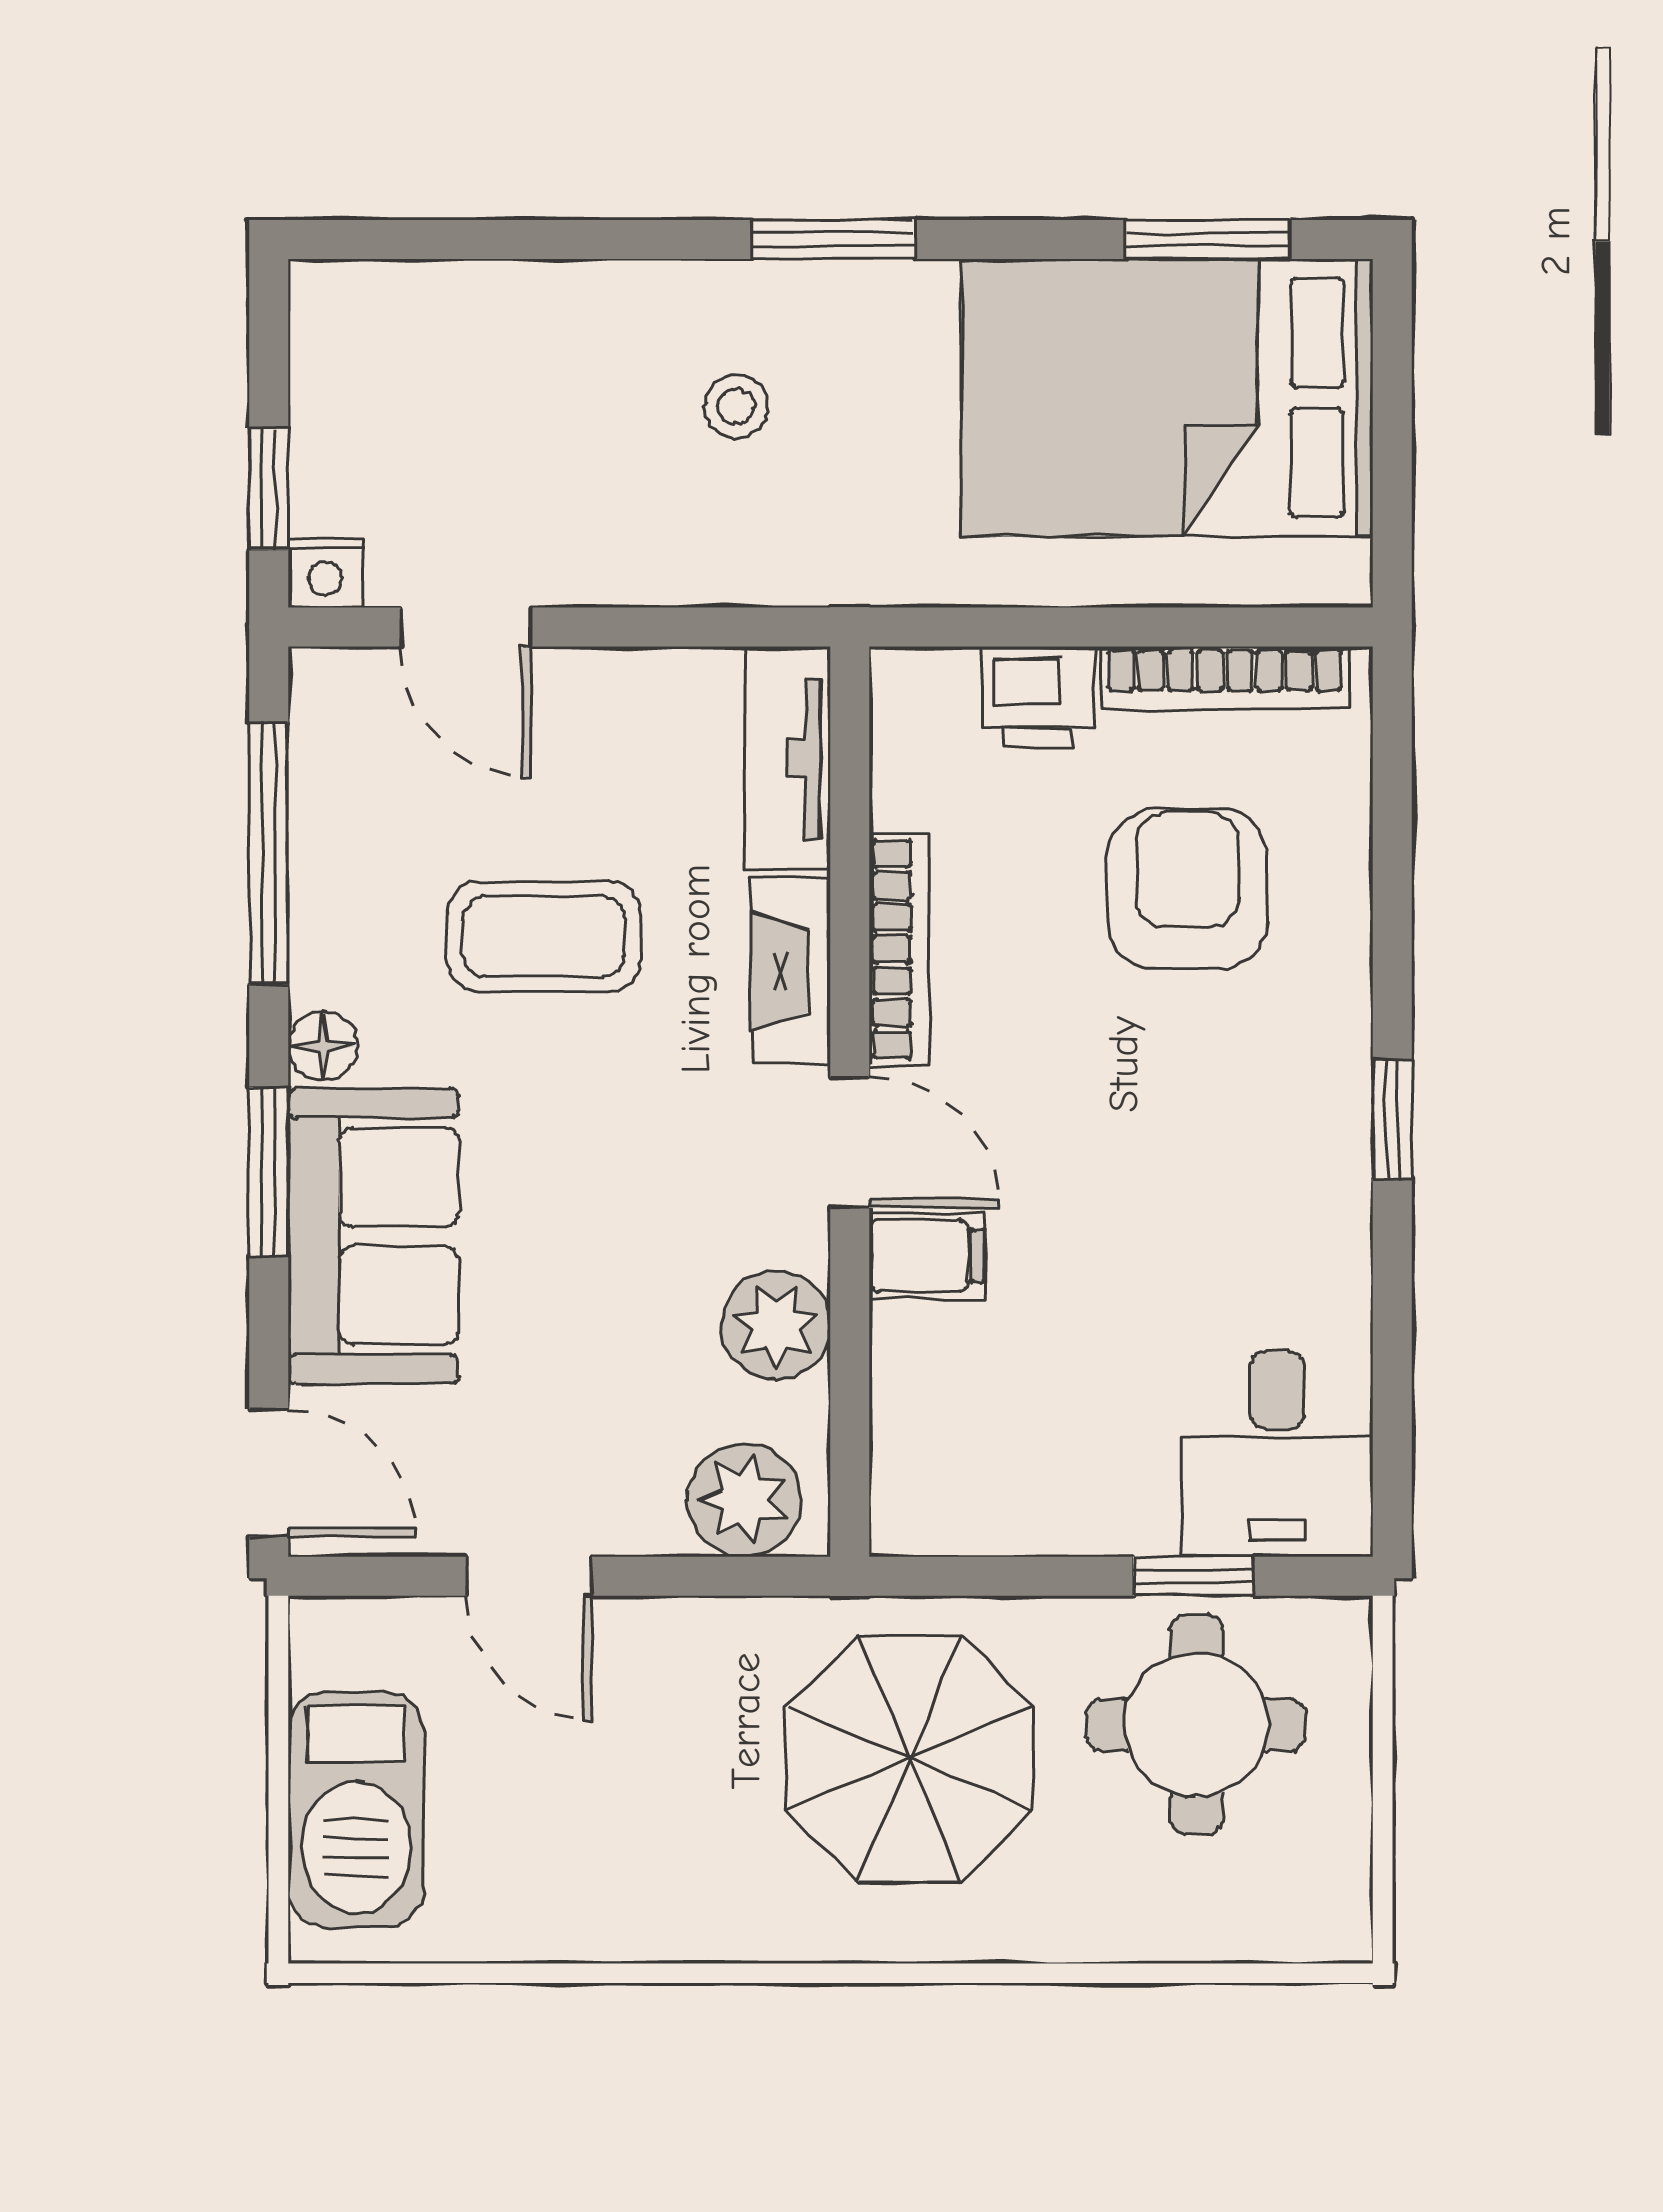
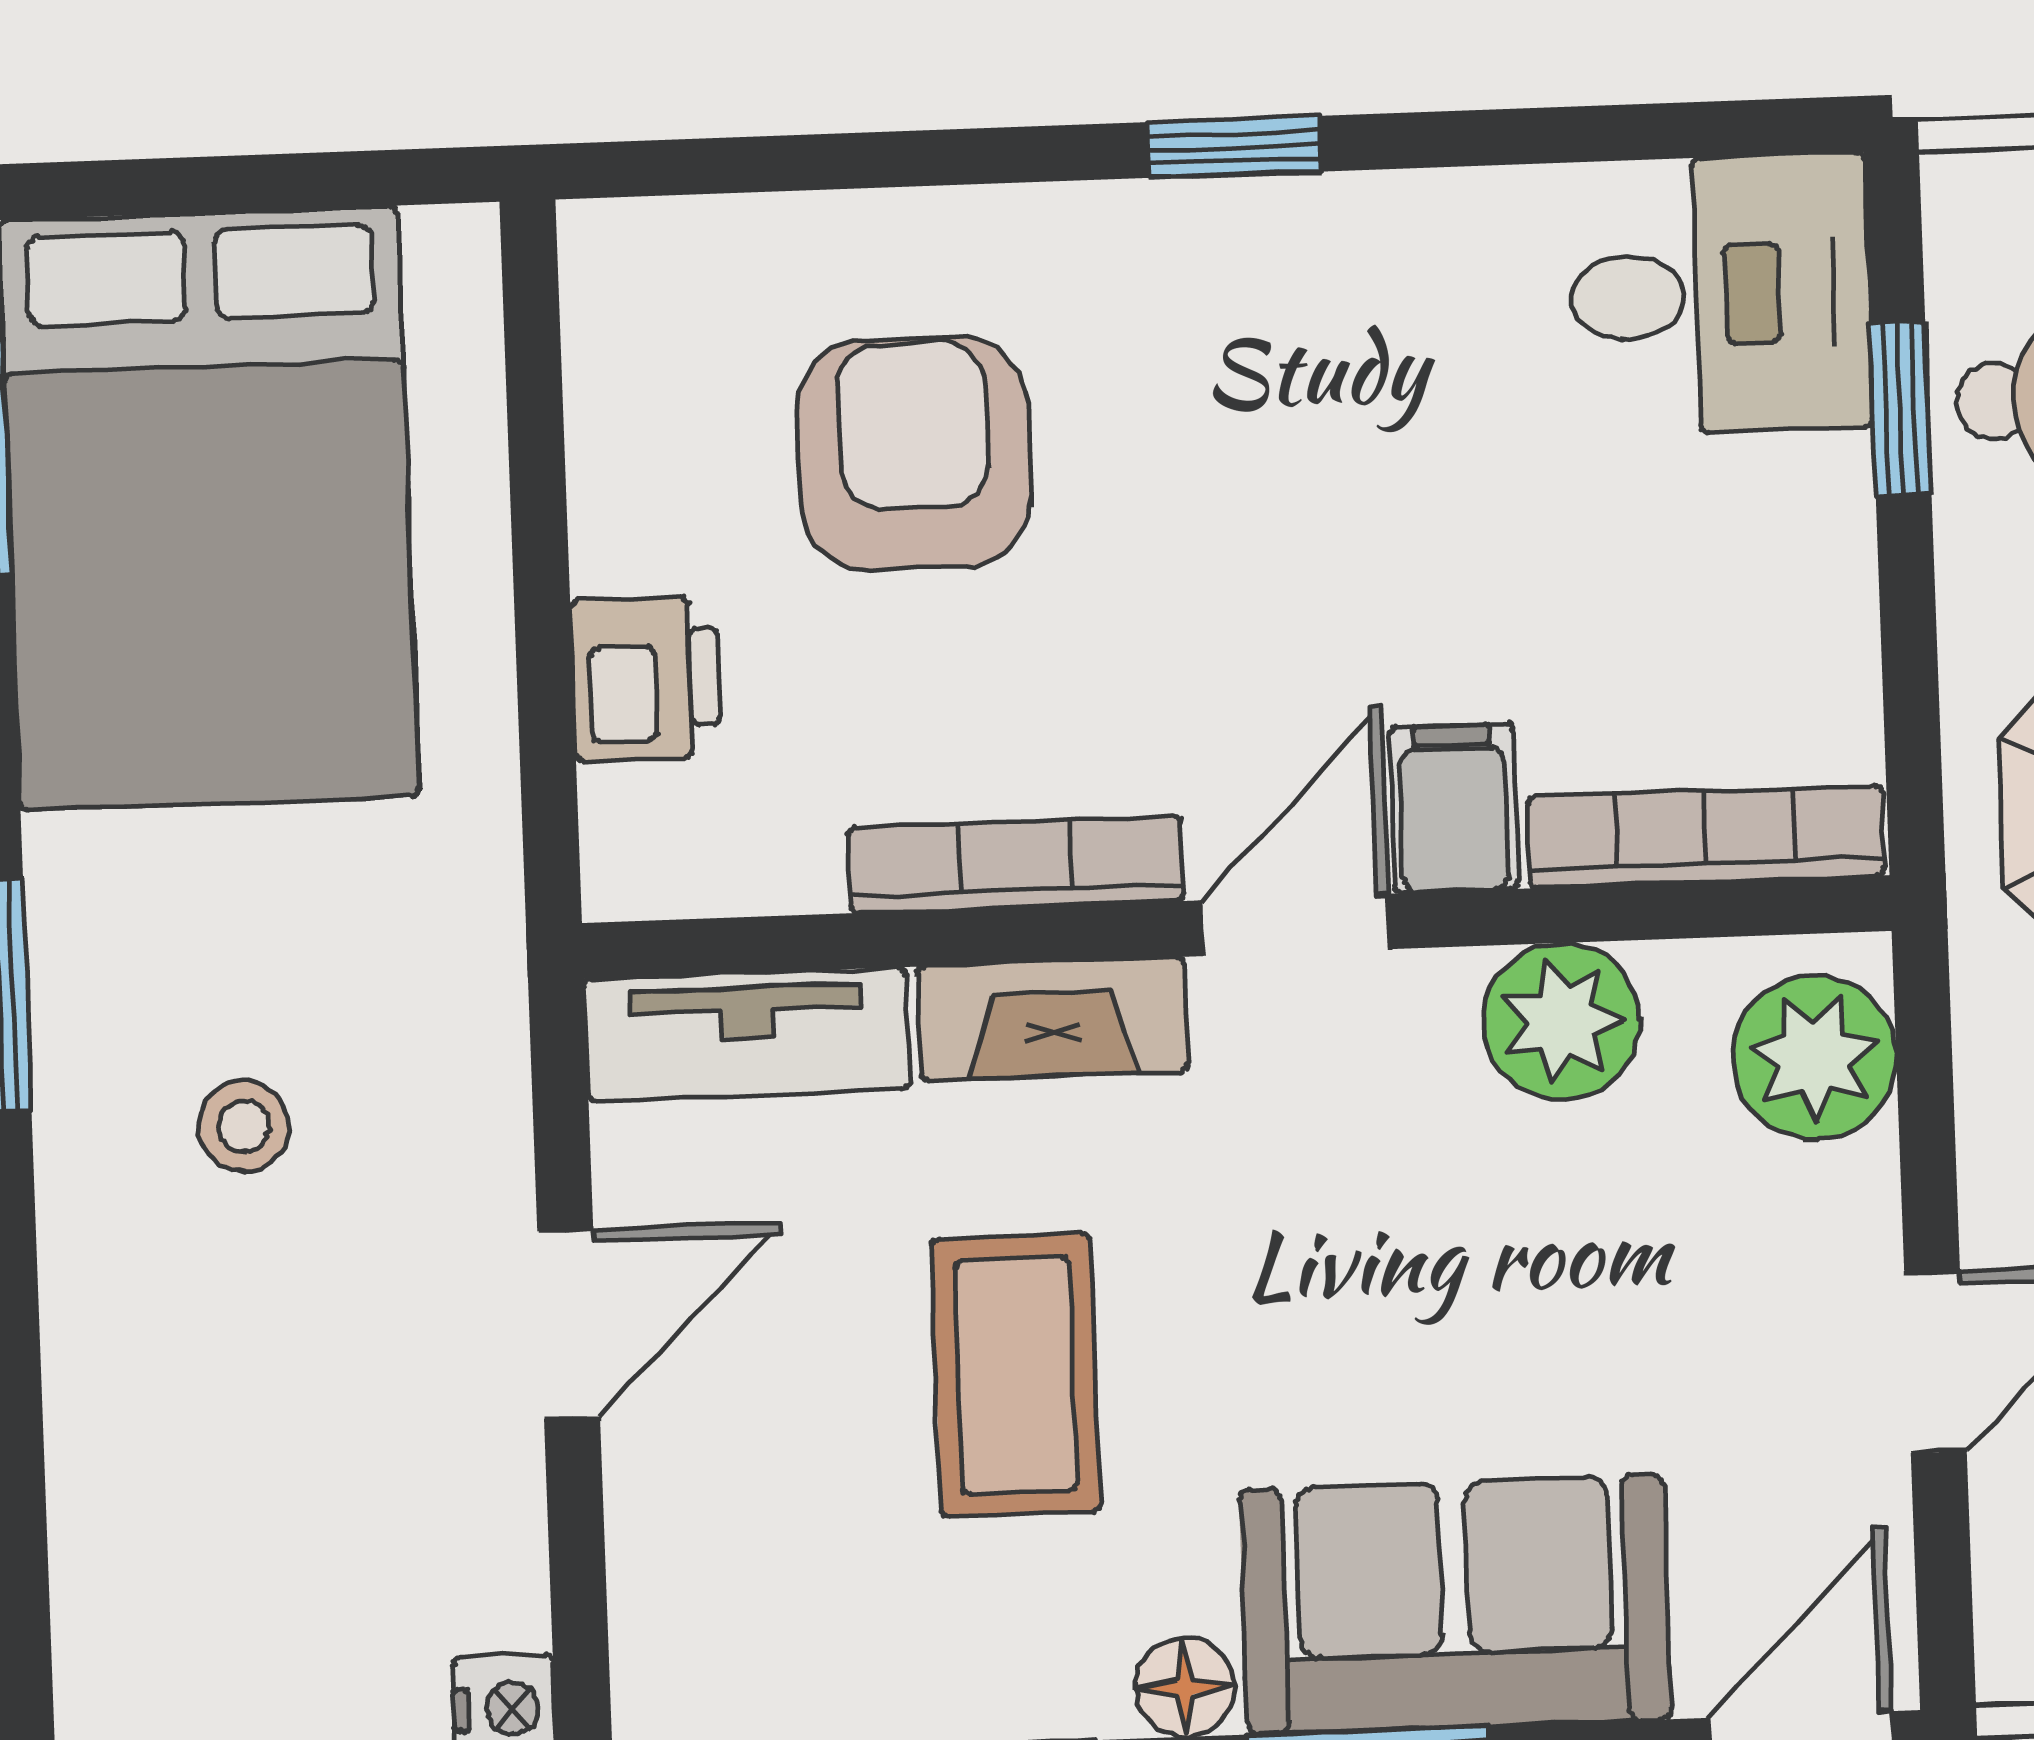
door: (466, 627) -> (569, 1324), moved
bookcase: (1225, 678) -> (1706, 836), moved, turned -90
armchair: (1187, 889) -> (914, 453), turned 90

